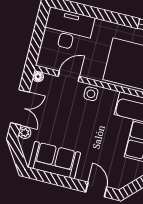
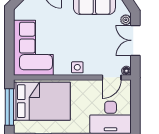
door: (69, 76) -> (112, 78), moved

